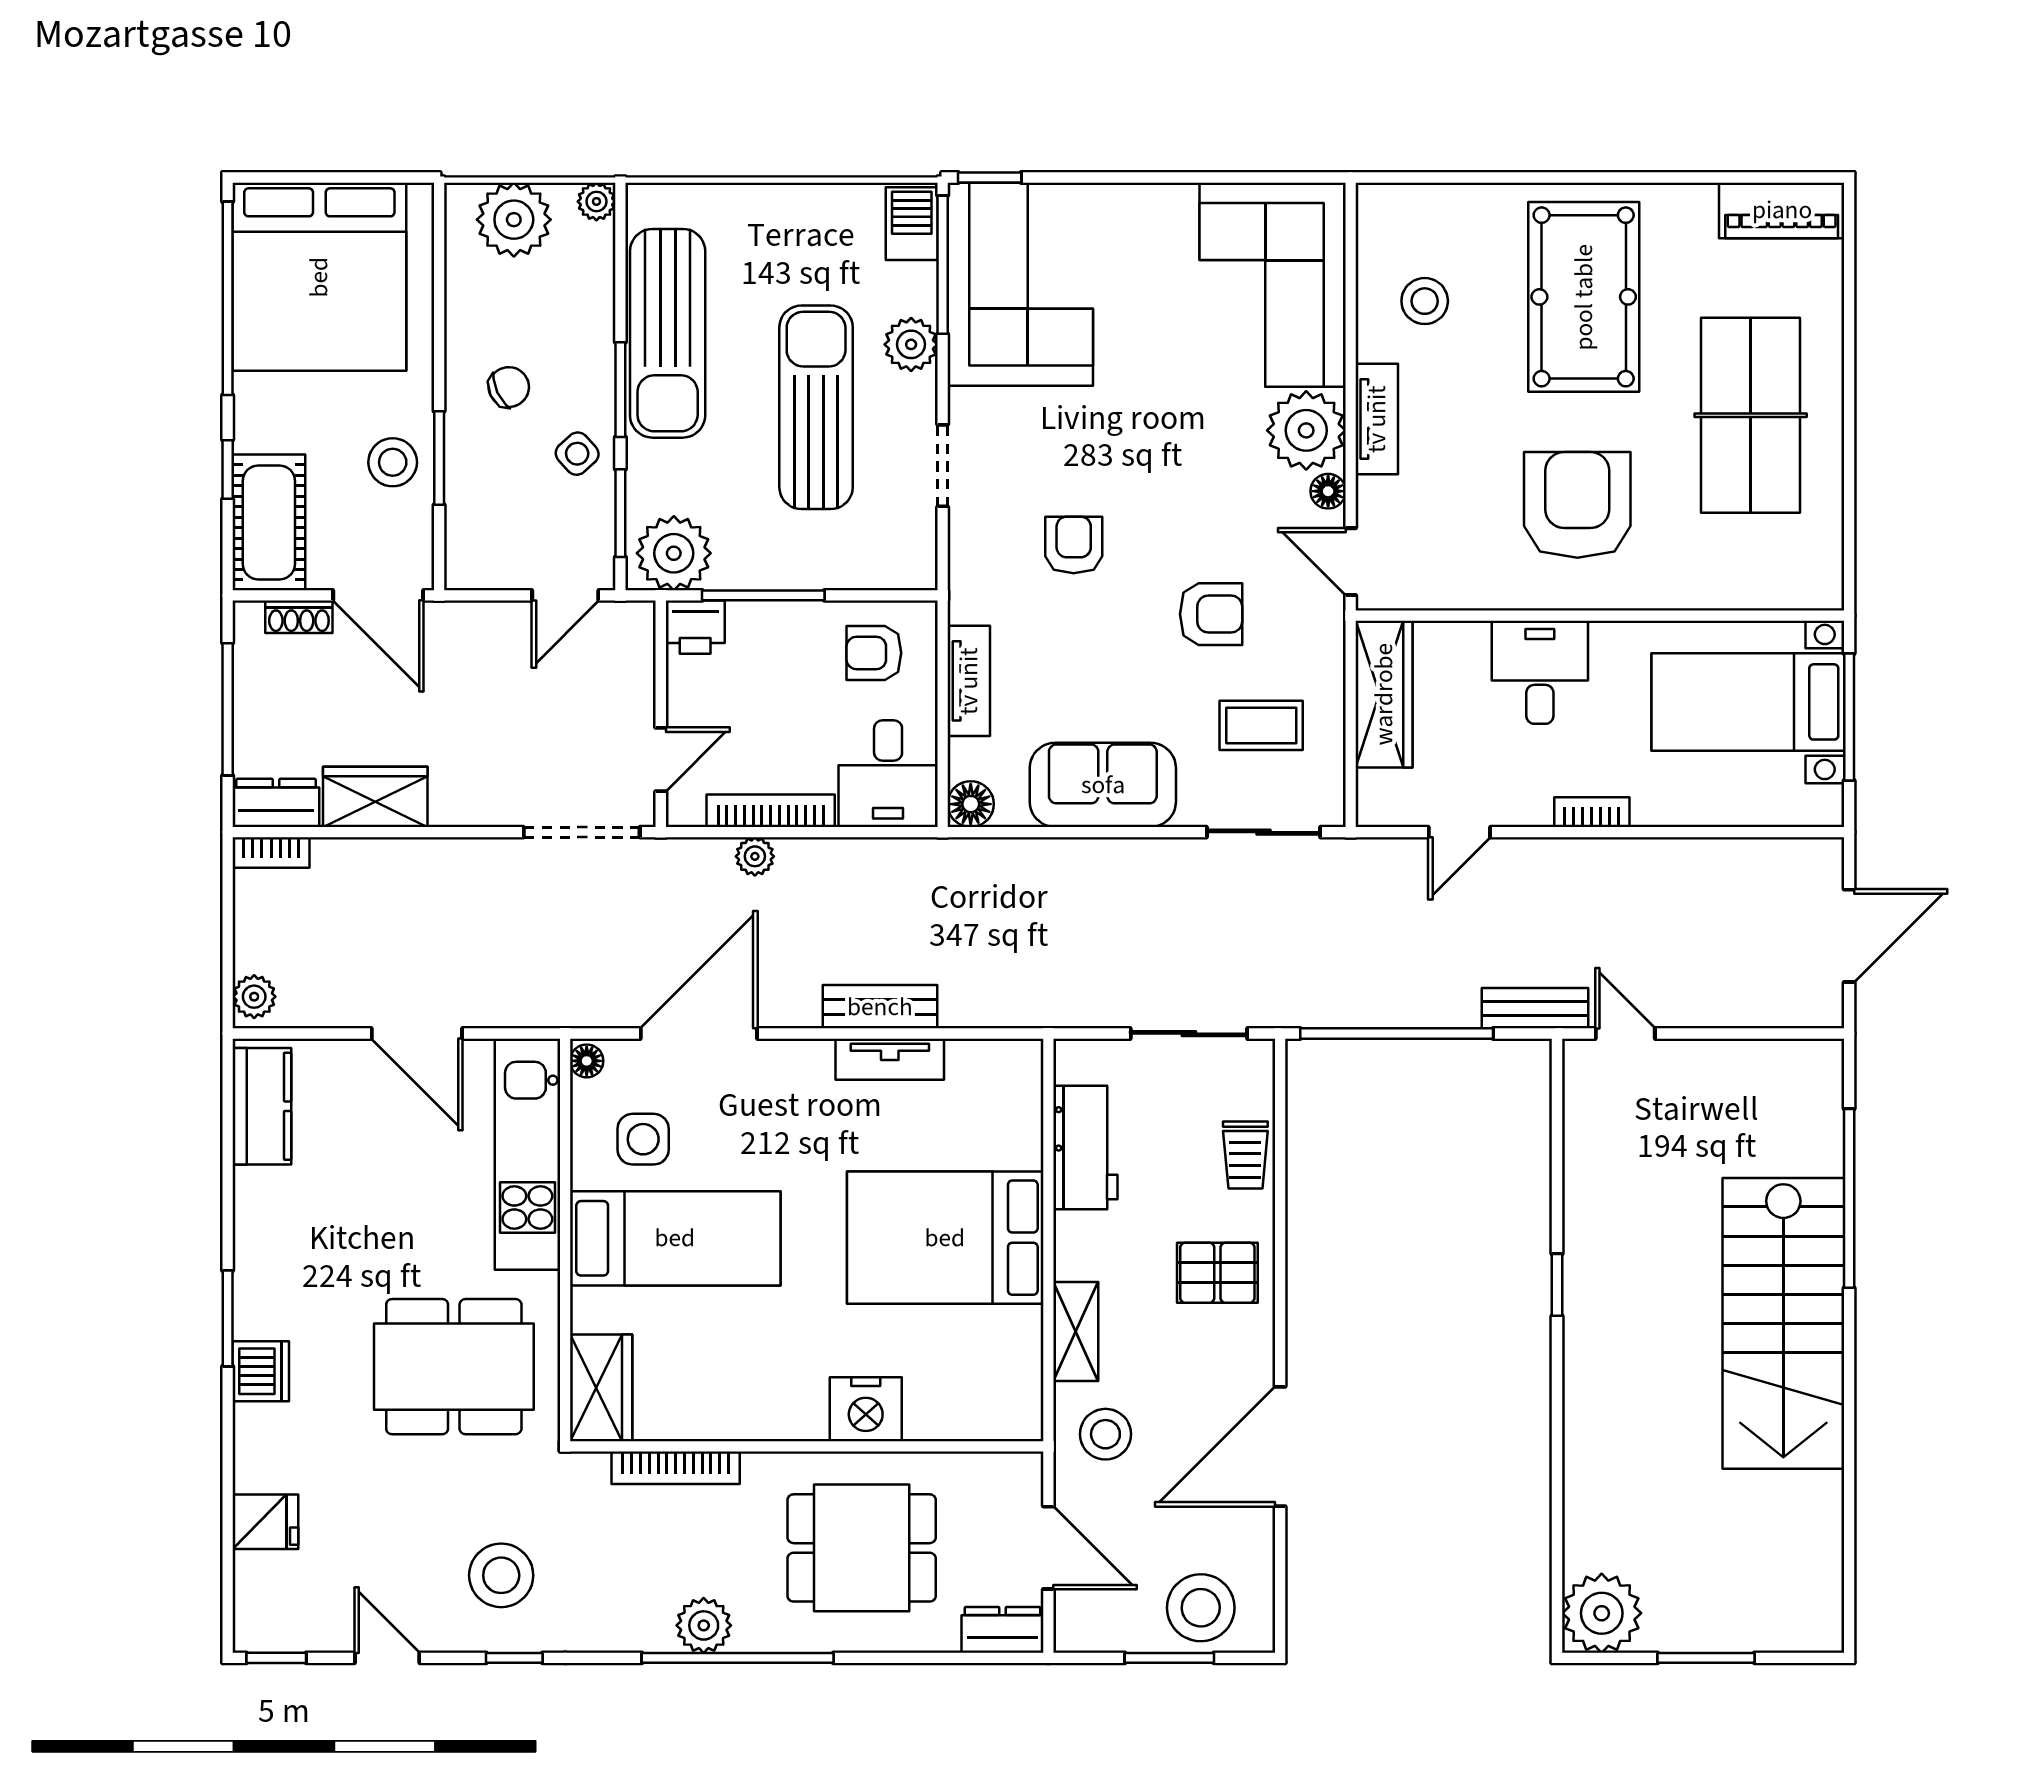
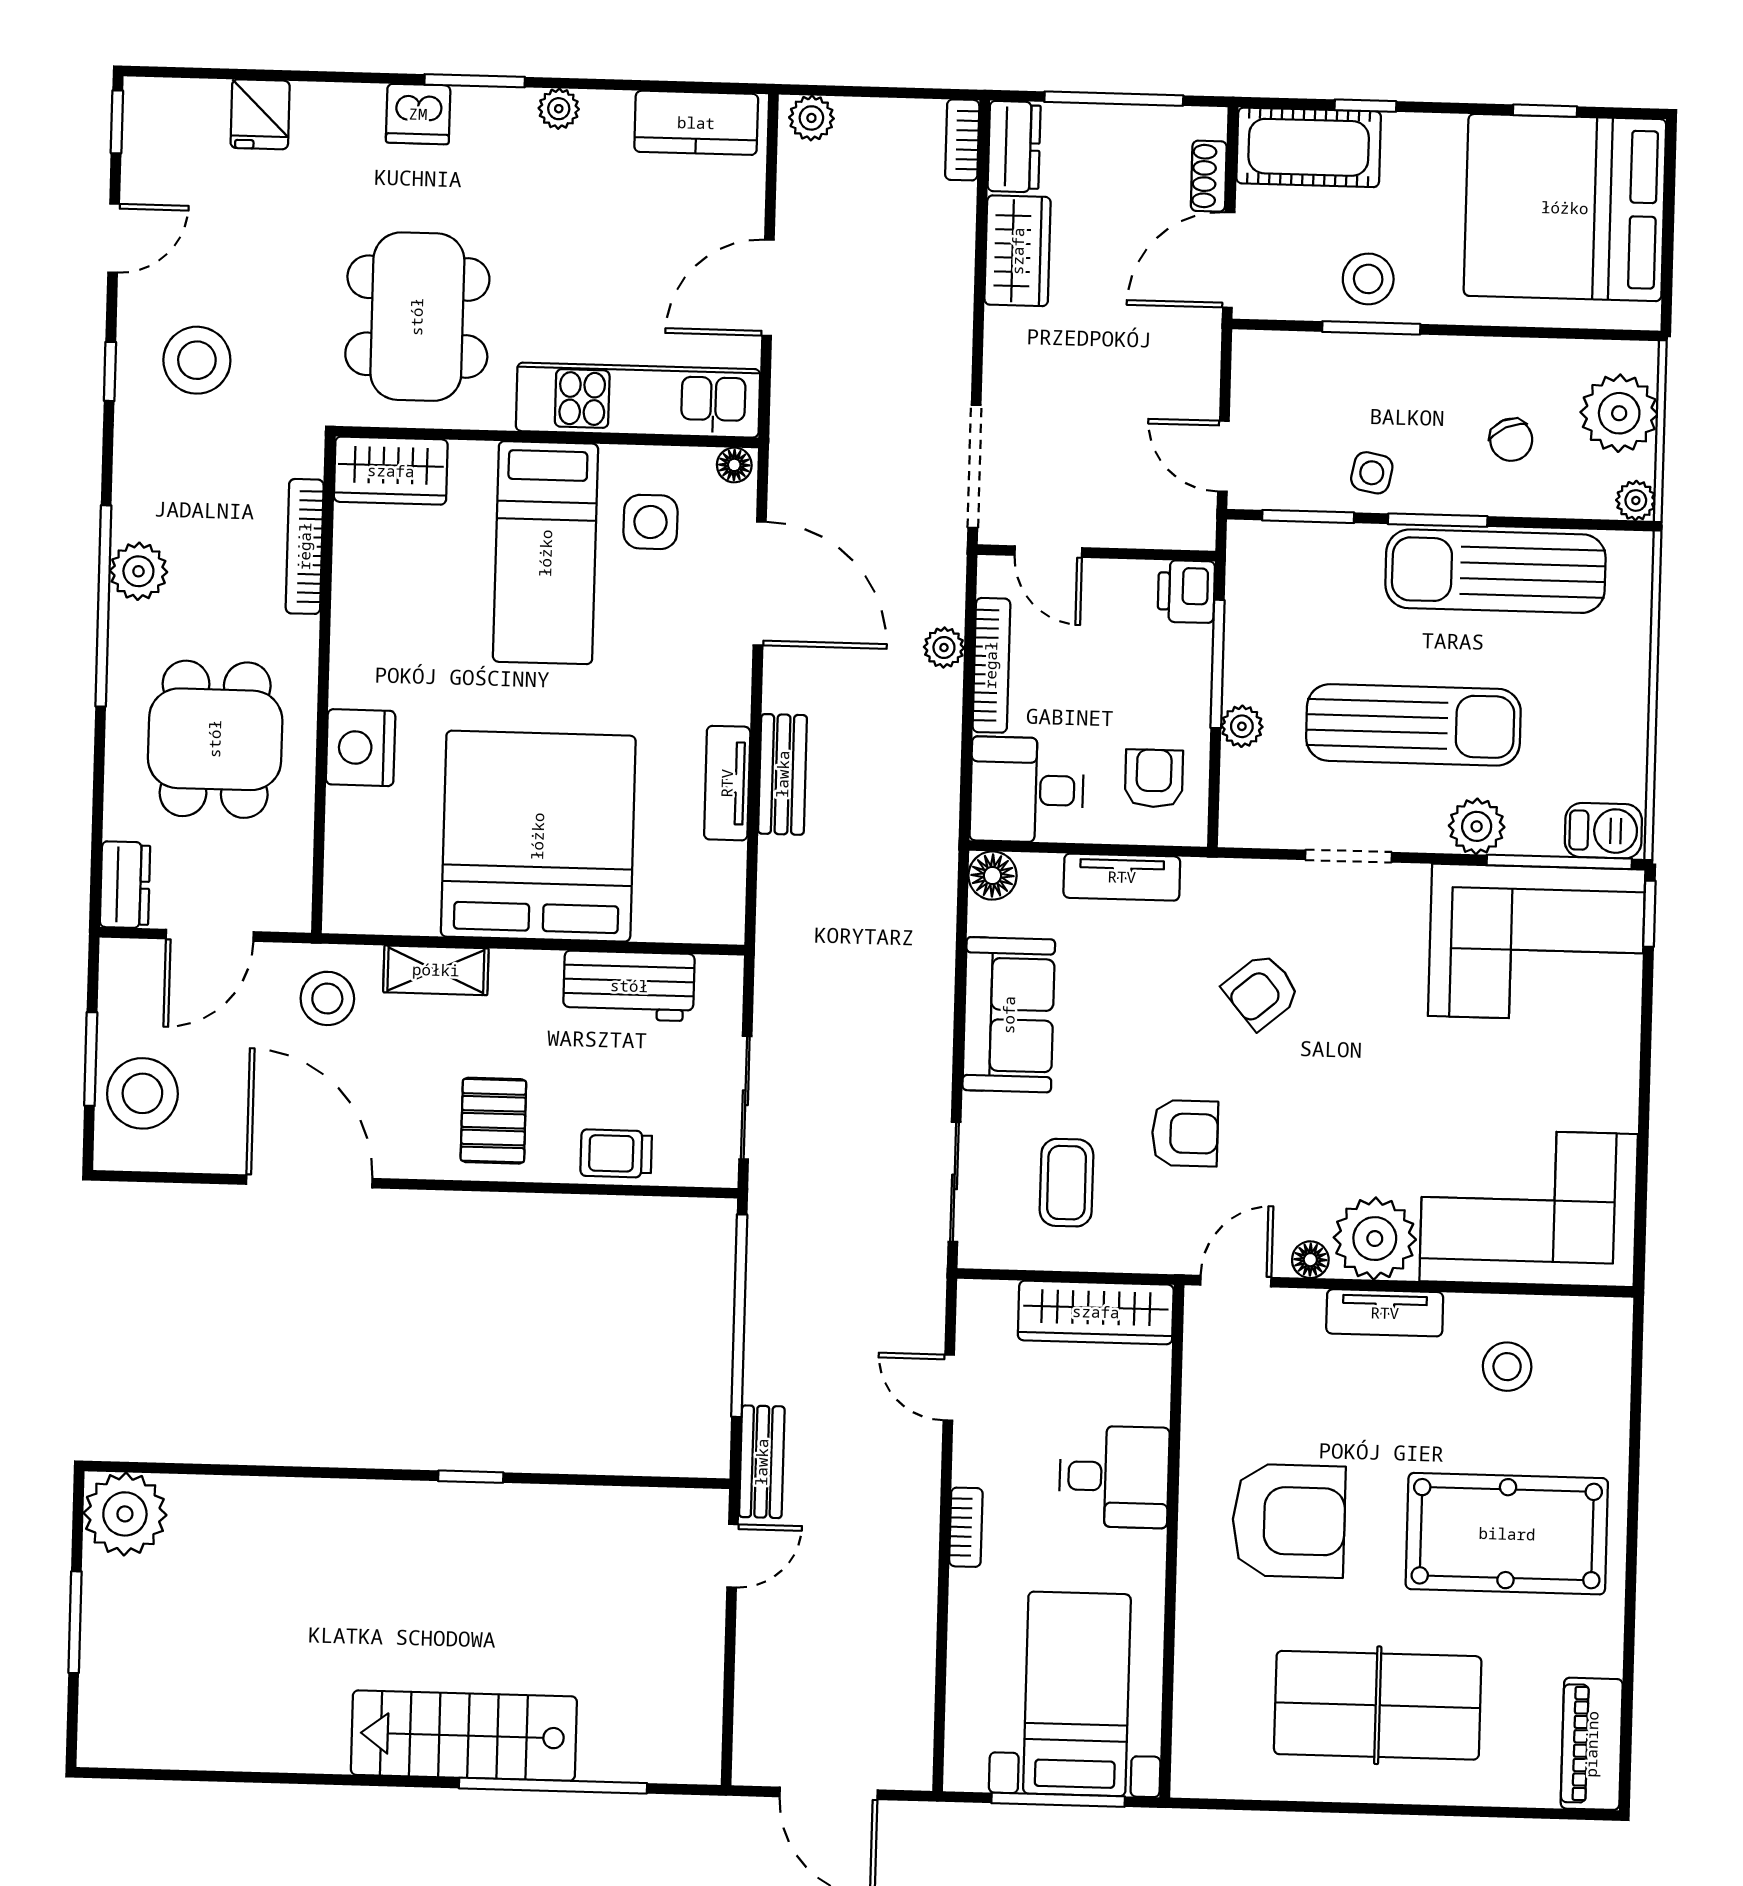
window: (228, 298) -> (1545, 111), width x0.32
chair: (509, 387) -> (1511, 440), moved
side table: (577, 454) -> (1372, 473), turned -37
armchair: (1074, 545) -> (1261, 991), turned 140
plant: (674, 553) -> (1242, 726), moved, width x0.53, depth x0.53
armchair: (1211, 614) -> (1185, 1133), turned -90
plant: (252, 1238) -> (559, 109), added
bed: (945, 1238) -> (538, 836), width x1.36
stairs: (1783, 1323) -> (464, 1736), width x0.73, depth x0.66

